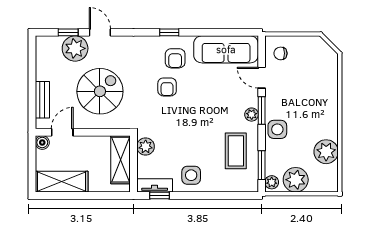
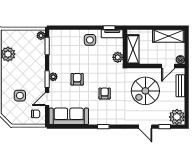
plant: (75, 48) -> (177, 117), moved
armchair: (175, 58) -> (77, 79), moved
door: (262, 78) -> (47, 99), swing flipped
side table: (277, 129) -> (20, 96), moved
coffee table: (236, 151) -> (63, 55), removed
plant: (296, 180) -> (26, 37), removed

